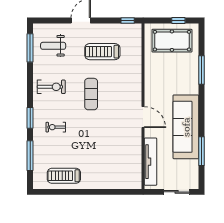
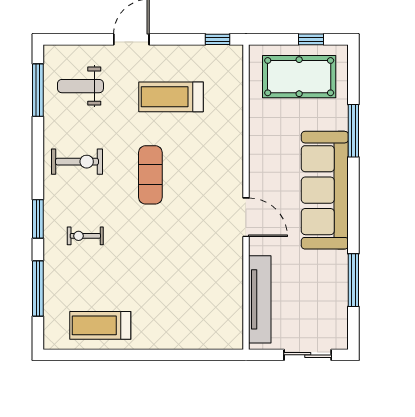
sofa: (186, 127) -> (325, 190), moved

